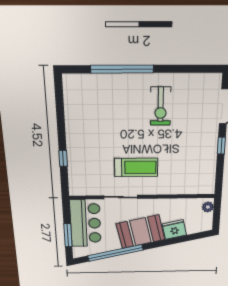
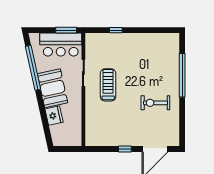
treadmill: (136, 167) -> (108, 85), turned 180
plant: (208, 207) -> (74, 142), removed
window: (68, 235) -> (66, 30), moved

